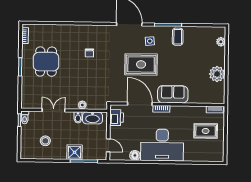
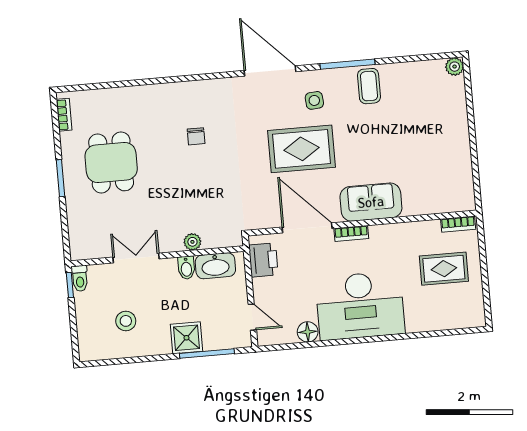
plant: (221, 42) -> (455, 67), moved
plant: (217, 74) -> (455, 152), removed

